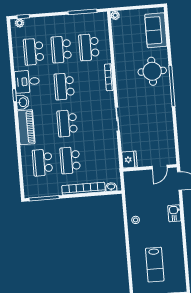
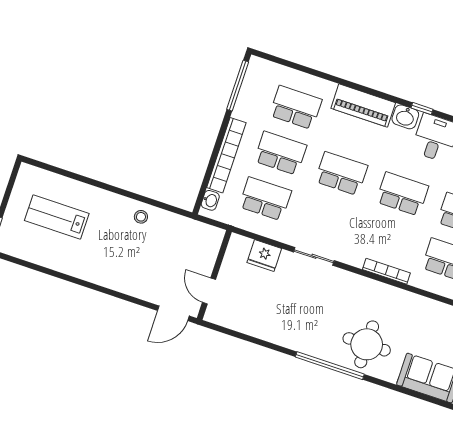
school desk: (98, 158) -> (265, 199), added
fridge: (129, 160) -> (264, 256), moved
kitchen sink: (174, 213) -> (125, 283), removed

